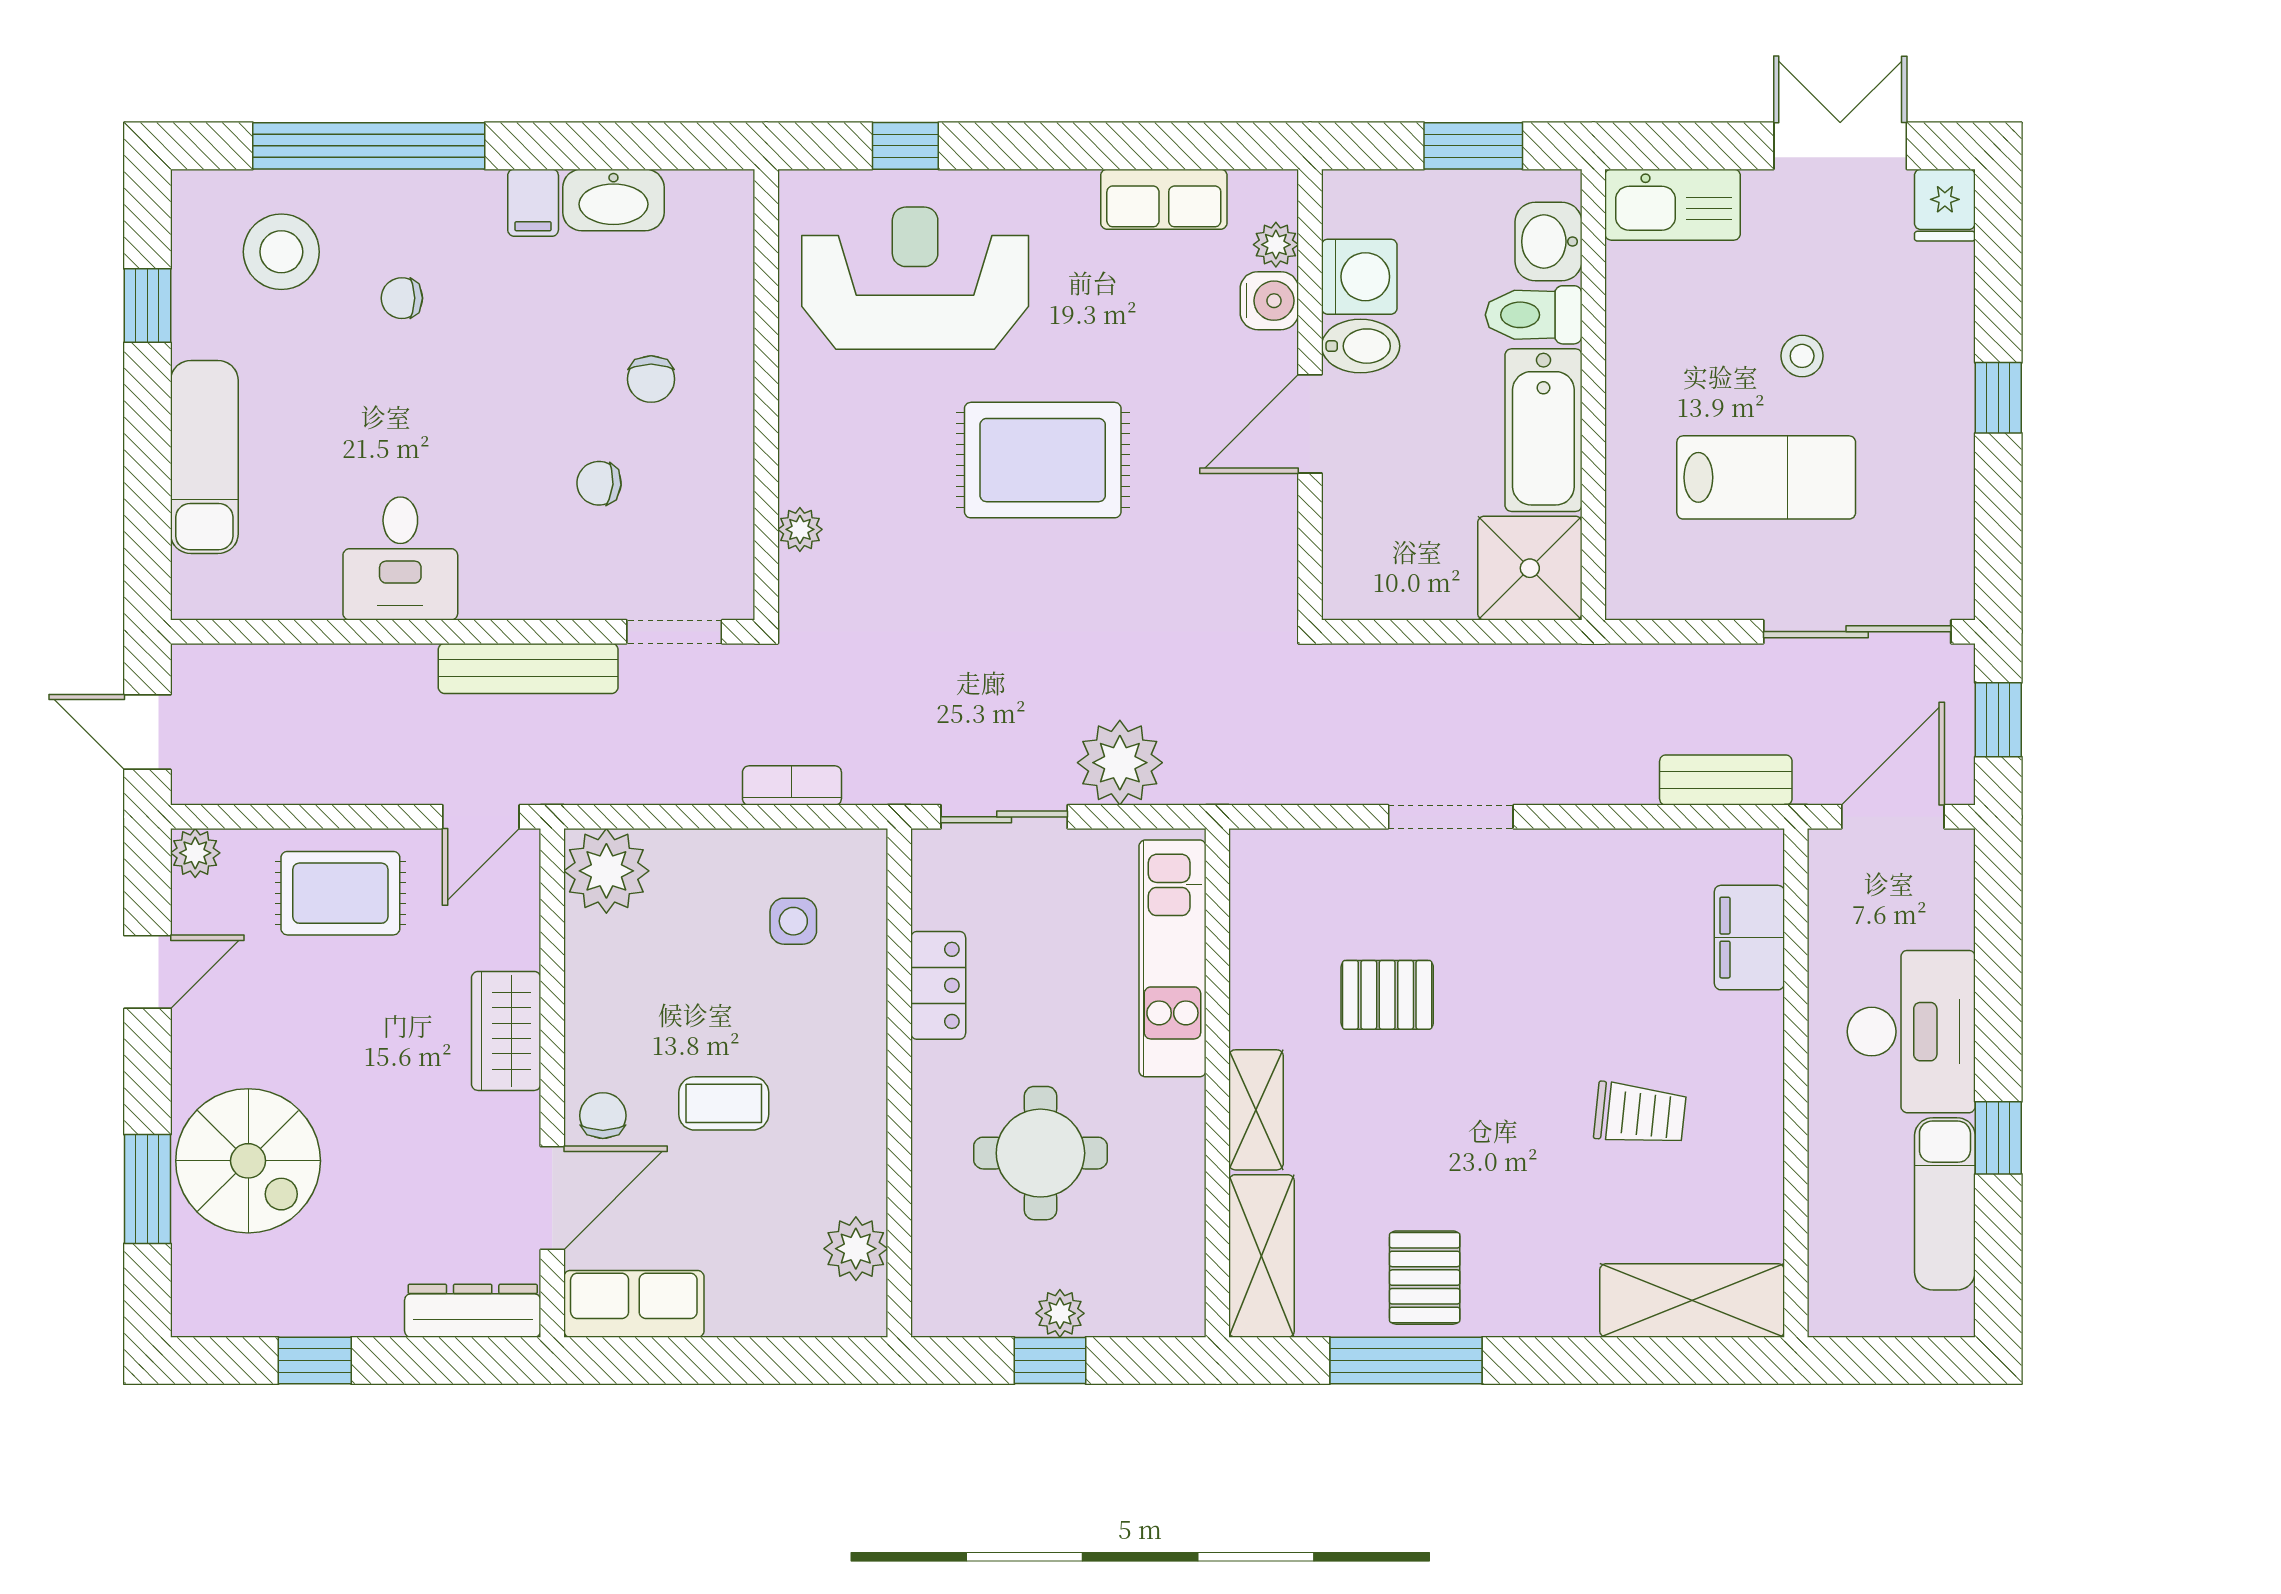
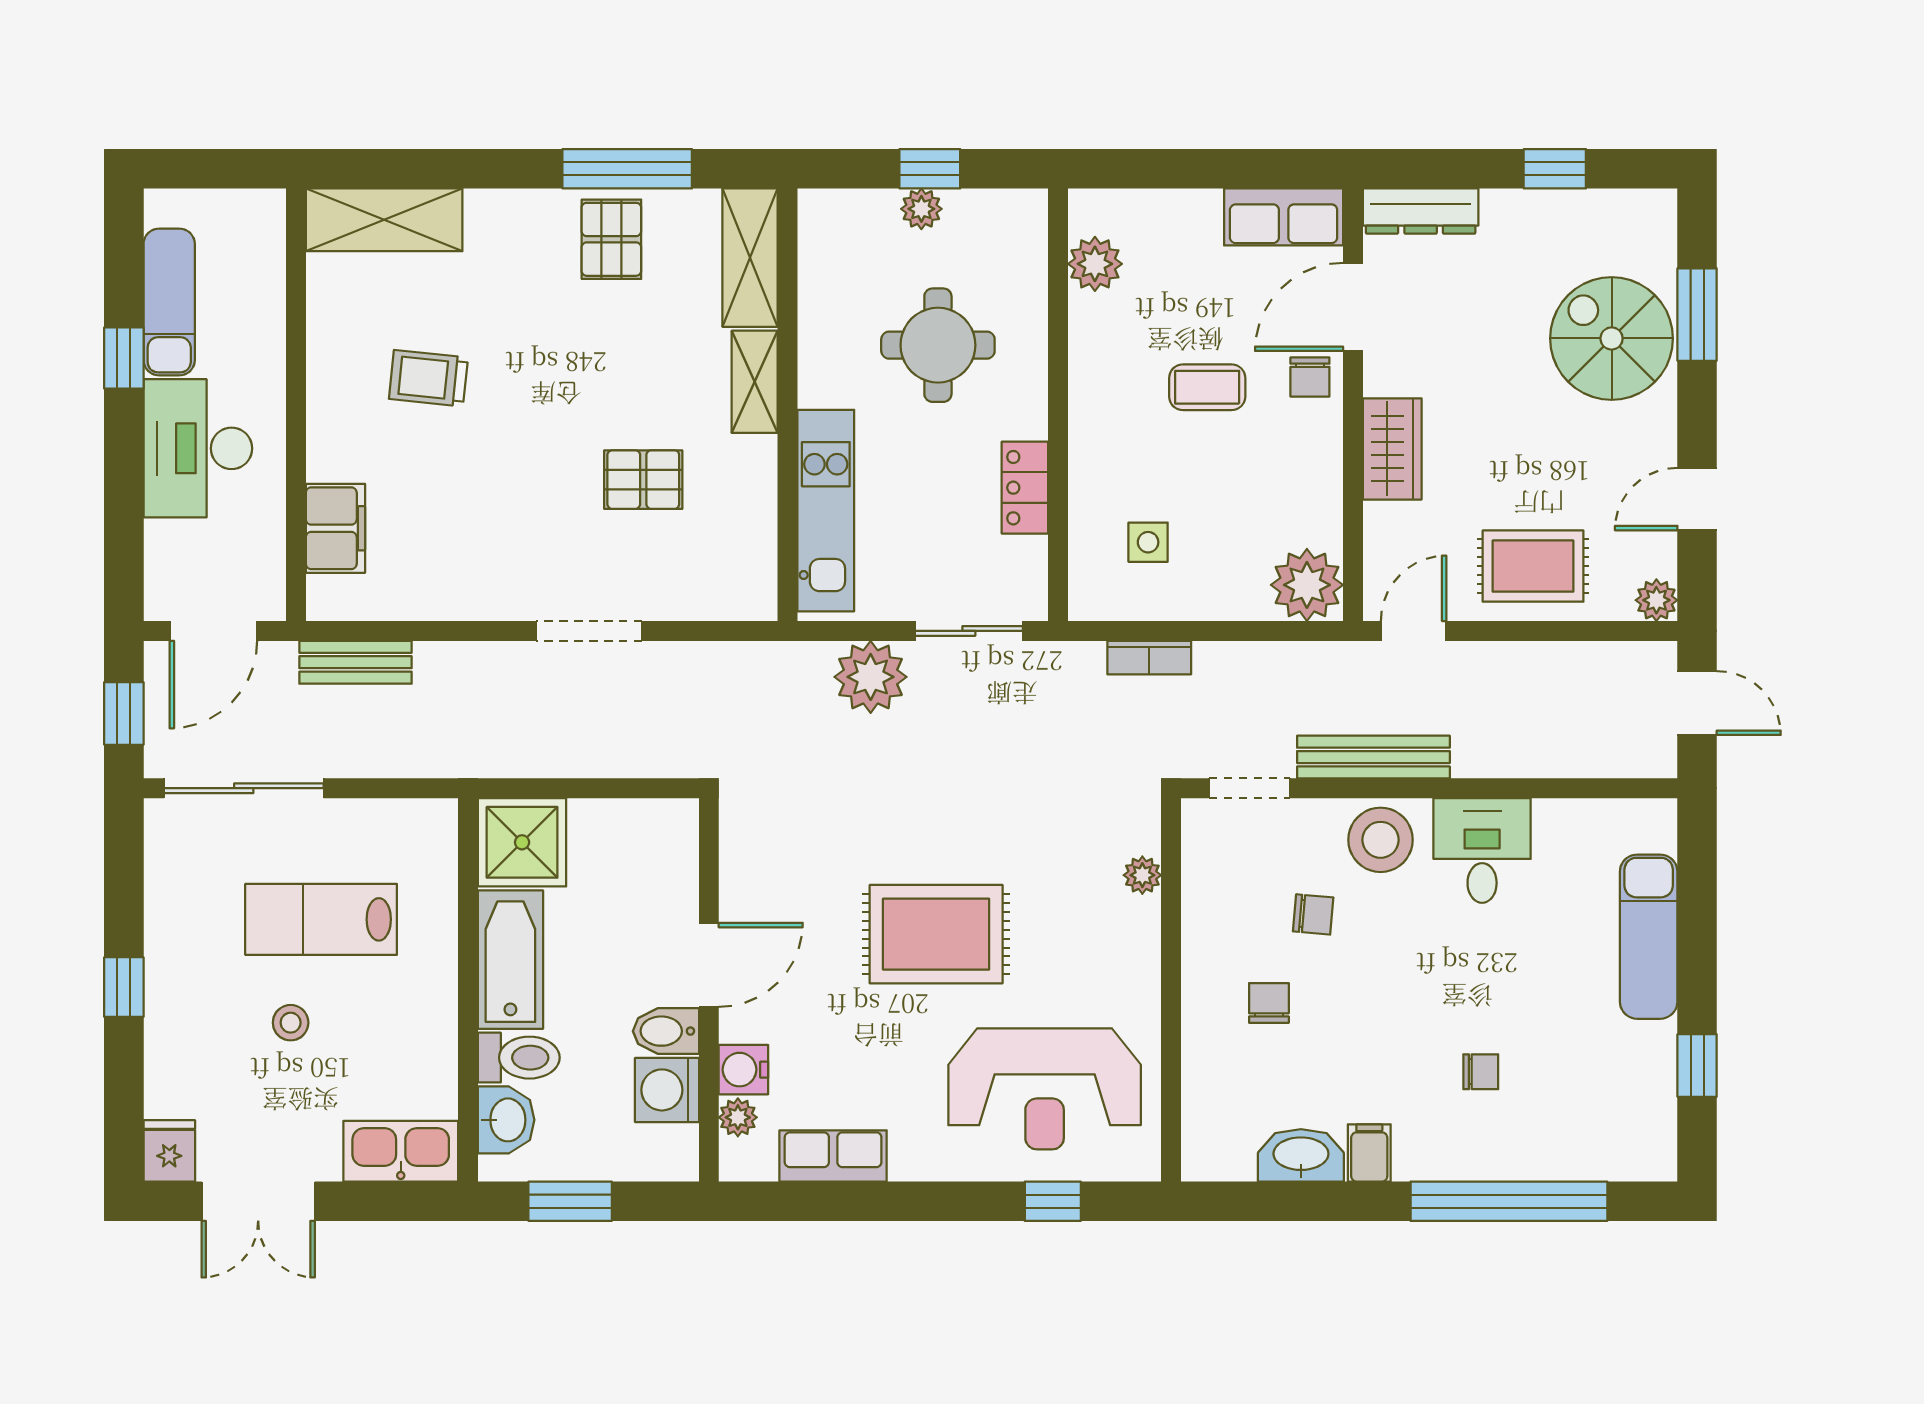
stool: (281, 252) -> (1381, 840), moved

